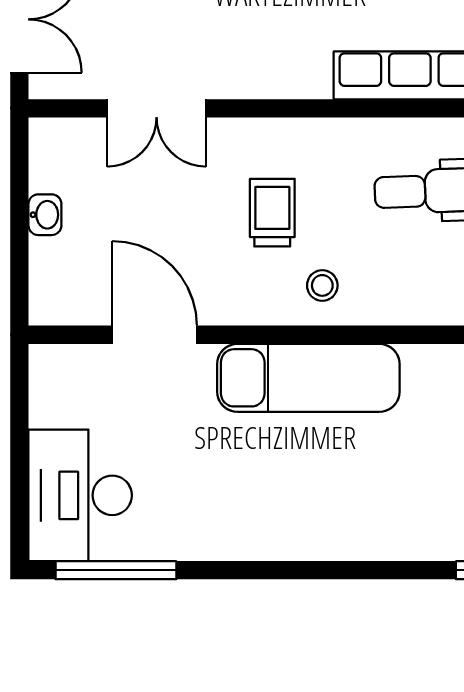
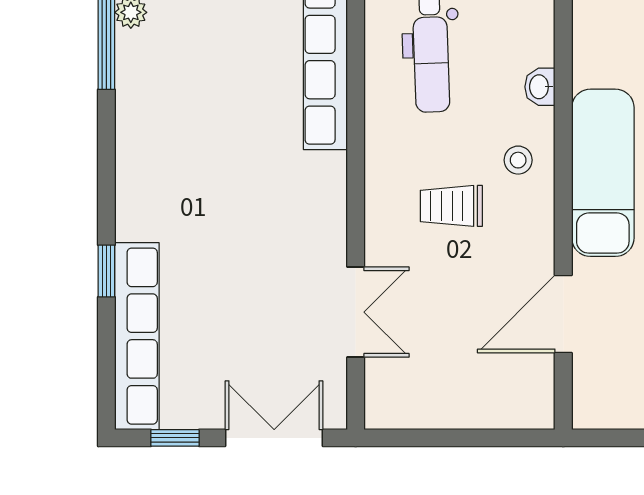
washbasin: (45, 215) -> (540, 87), moved, turned -90

